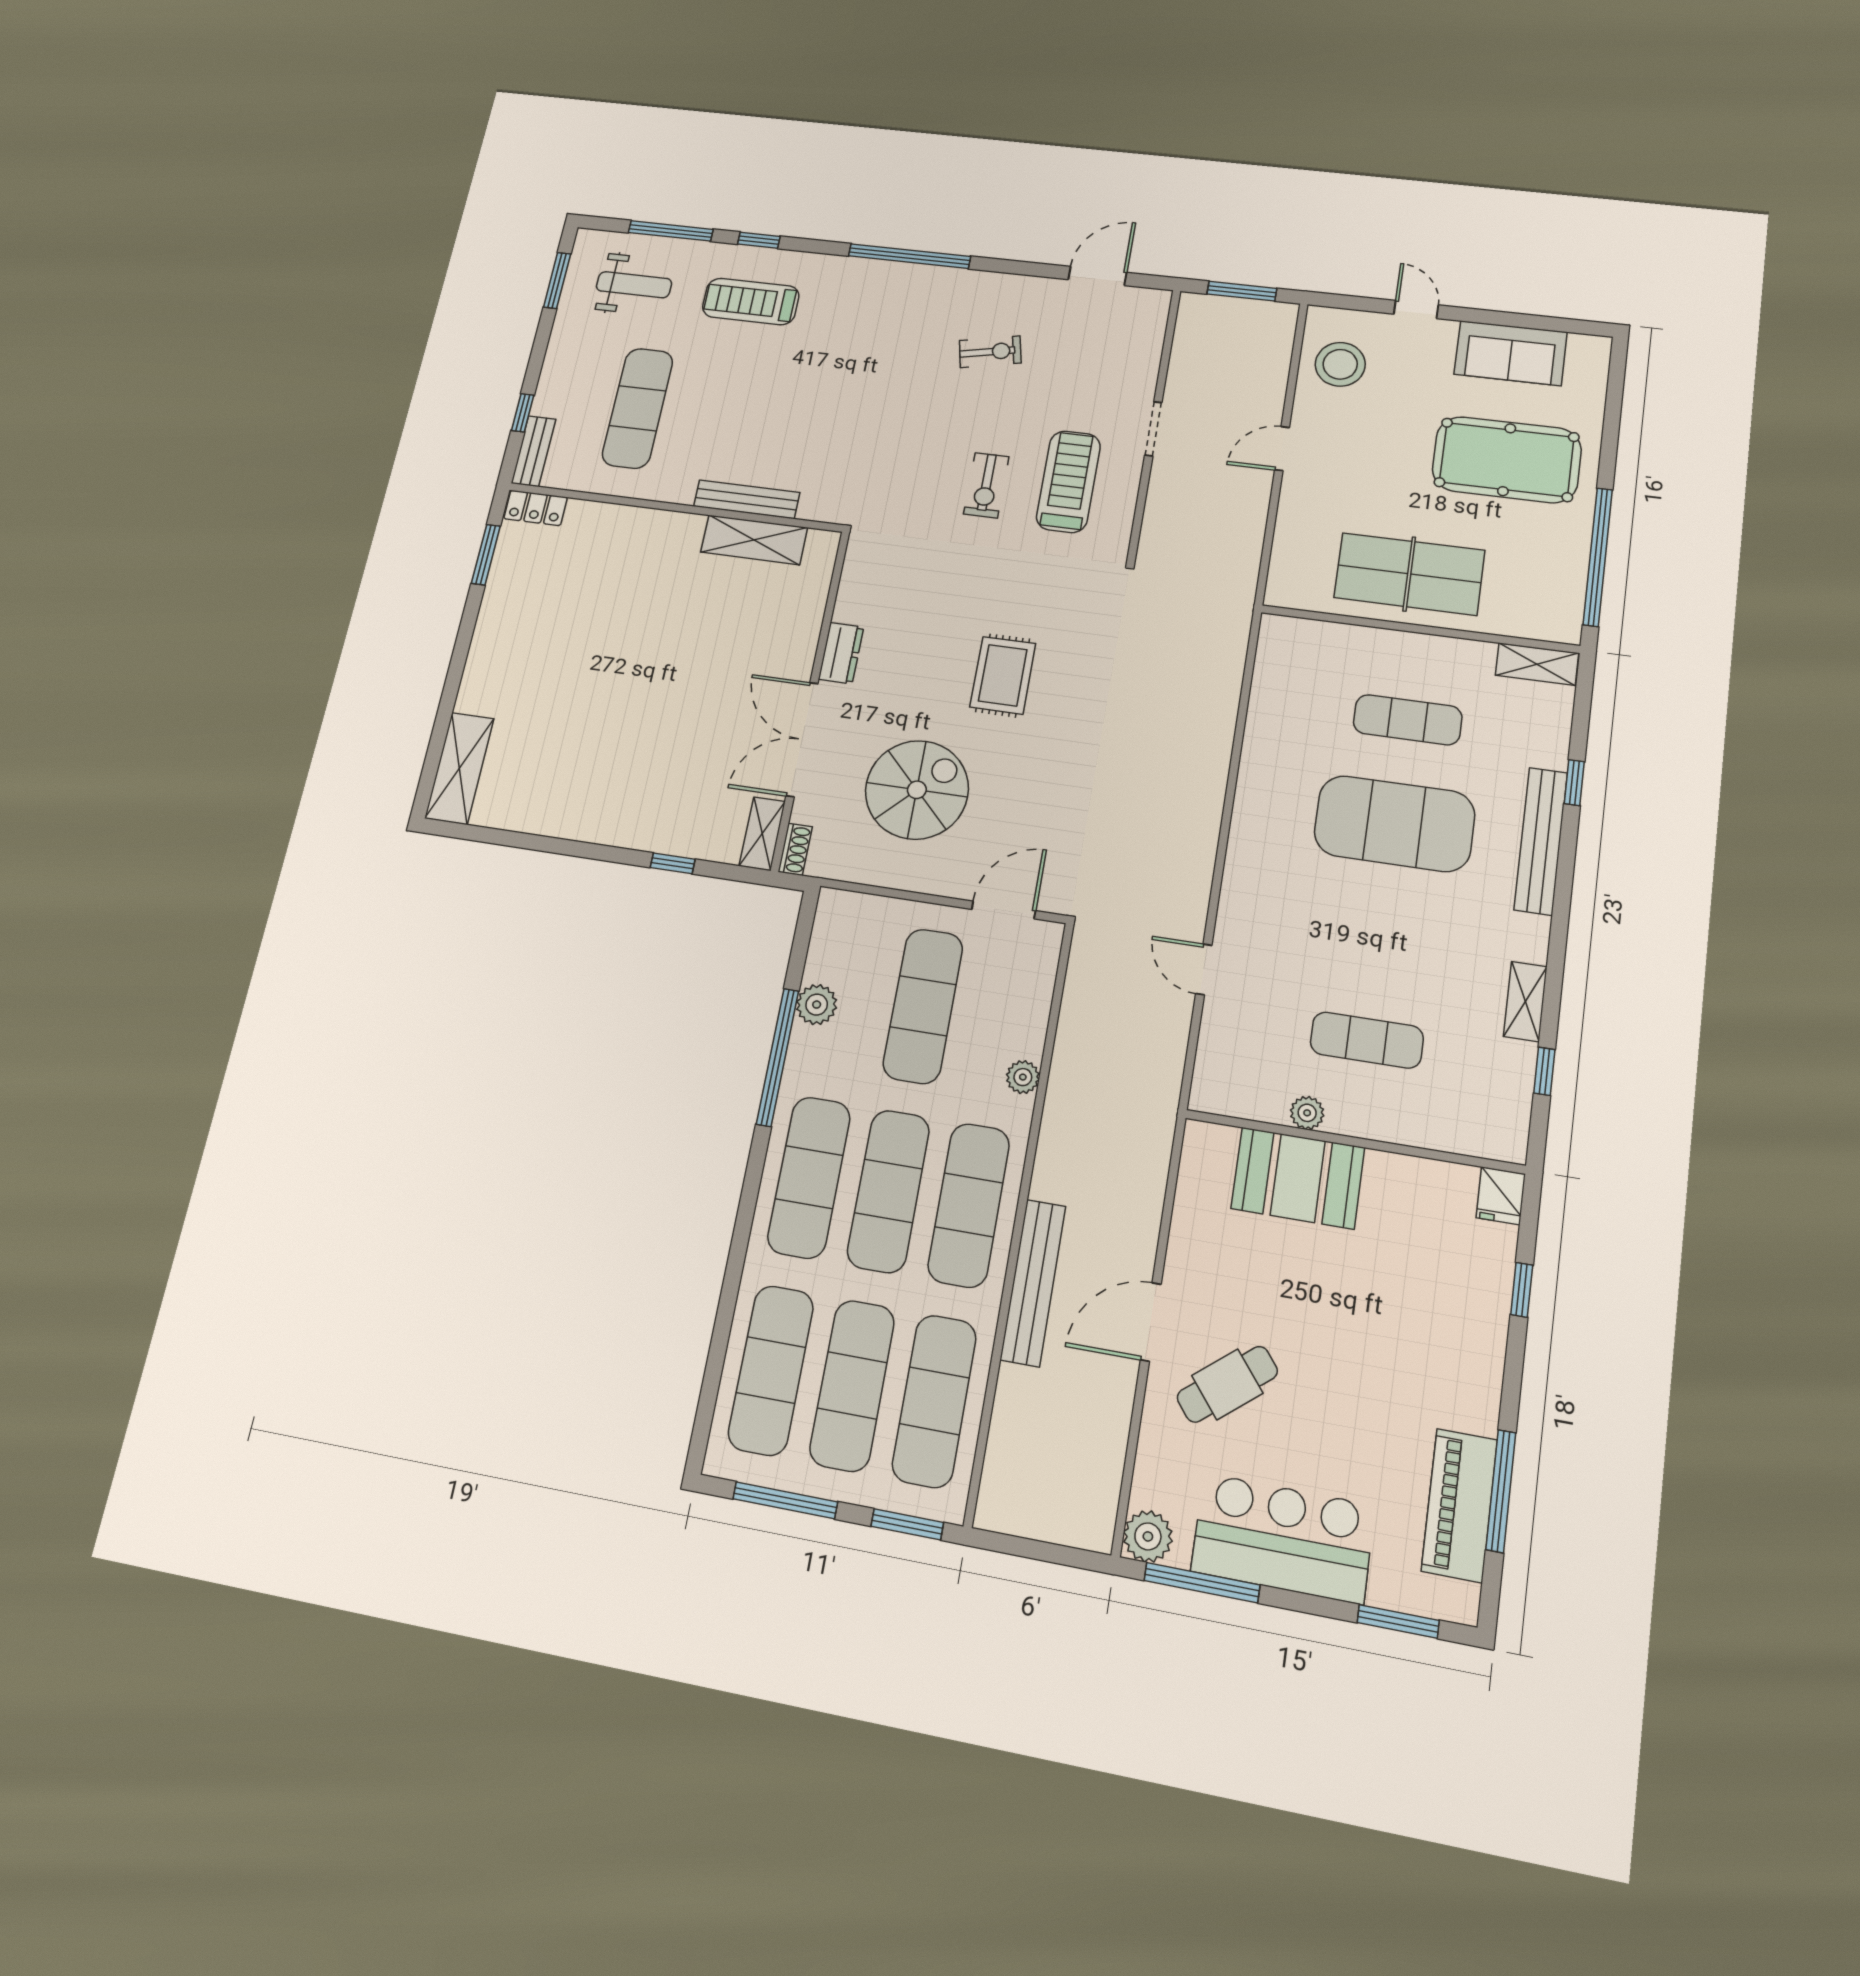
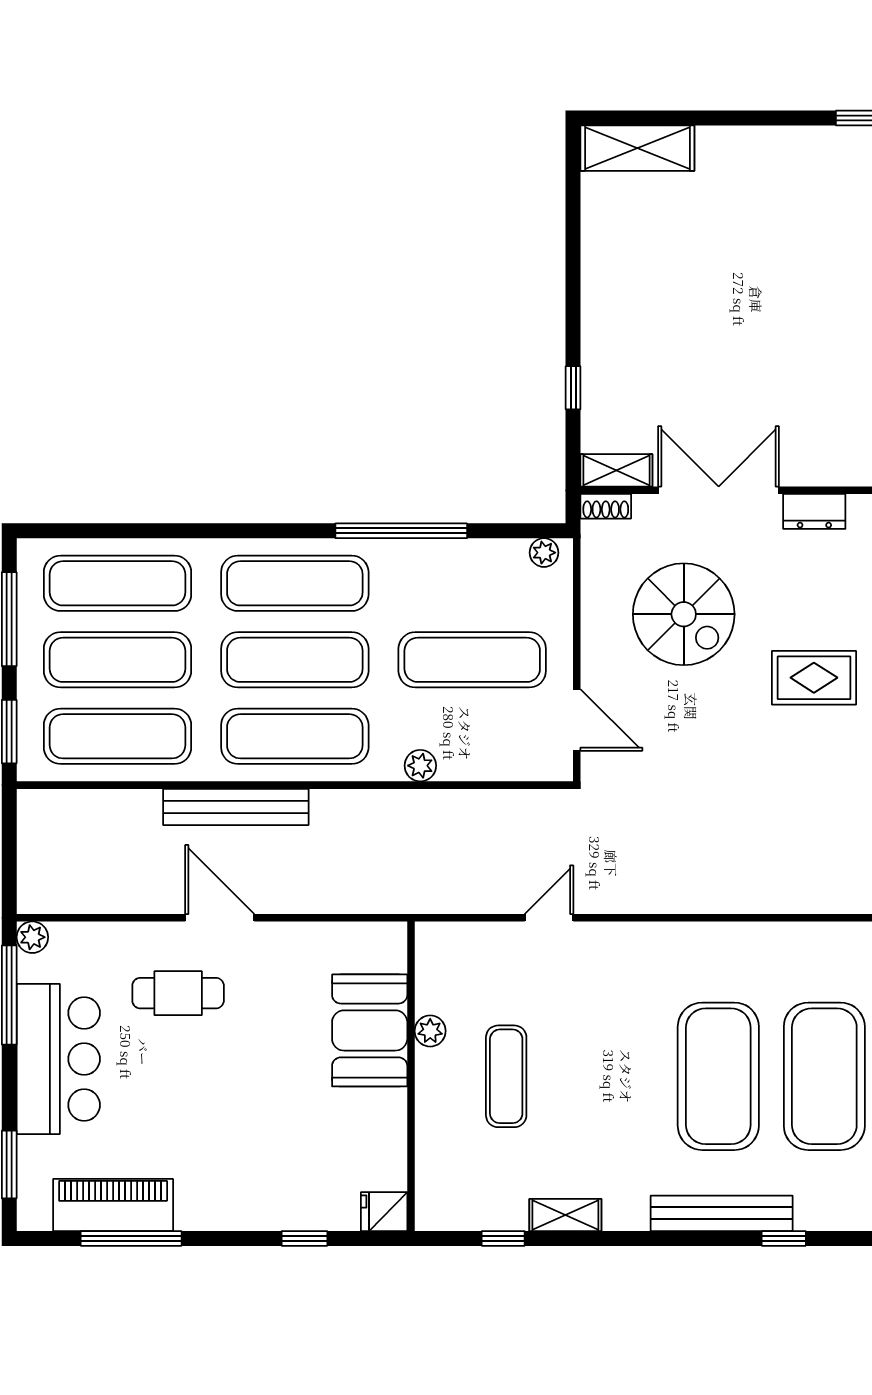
exercise mat: (1408, 720) -> (824, 1076), width x2.00, depth x1.45
plant: (817, 1005) -> (544, 553), moved, width x0.73, depth x0.73
cafe table: (1227, 1384) -> (178, 993), turned -51
plant: (1148, 1536) -> (32, 937), width x0.73, depth x0.73

